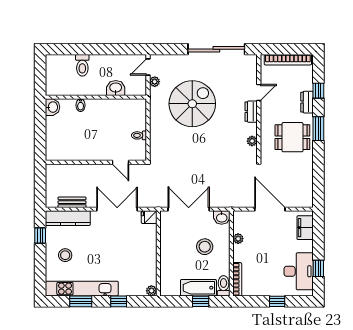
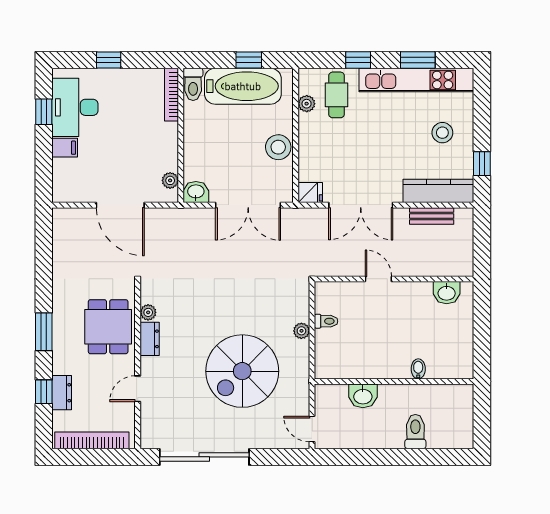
door: (148, 67) -> (312, 429), swing flipped
plant: (155, 82) -> (301, 331), moved
dresser: (307, 102) -> (62, 393), moved
washbasin: (52, 107) -> (447, 293), moved, turned -90
dresser: (251, 112) -> (150, 339), moved
dining table: (292, 137) -> (108, 327), moved, turned 90
door: (121, 162) -> (378, 279), moved
filing cabinet: (305, 228) -> (65, 148), moved, width x0.50
plant: (238, 239) -> (170, 180), moved
stool: (205, 247) -> (278, 147), moved
cafe table: (132, 279) -> (337, 95), added
bathtub: (198, 288) -> (243, 86), width x1.36, depth x1.36
plant: (151, 291) -> (307, 104), moved
window: (201, 301) -> (249, 60), moved

